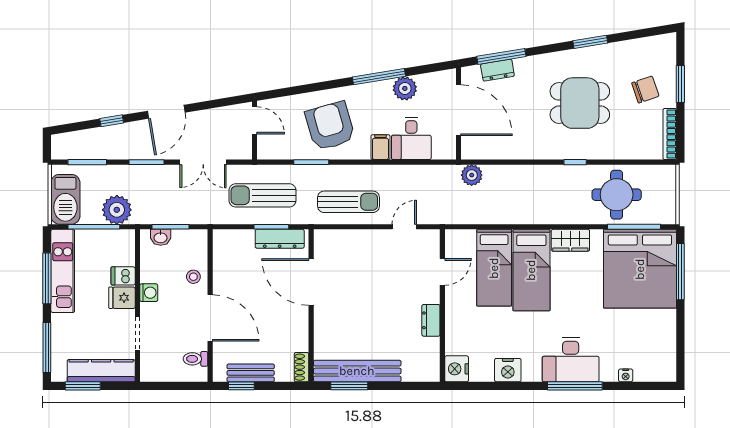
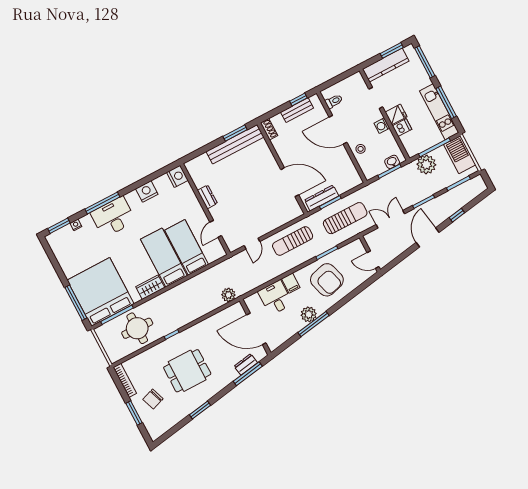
plant: (405, 88) -> (309, 314), moved
window: (649, 386) -> (59, 226), added

